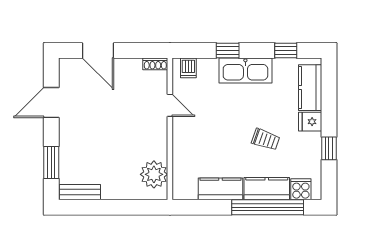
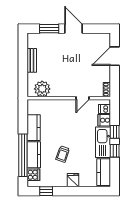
window: (286, 50) -> (115, 151), moved
cooker: (208, 68) -> (104, 120), added
kitchen counter: (310, 88) -> (104, 172), moved, turned -90
door: (51, 103) -> (73, 29), moved
window: (329, 148) -> (46, 191), moved
bench: (80, 192) -> (32, 60), moved

